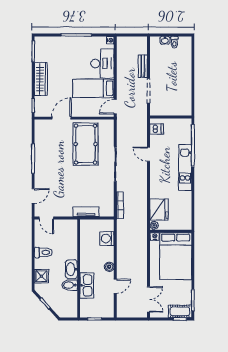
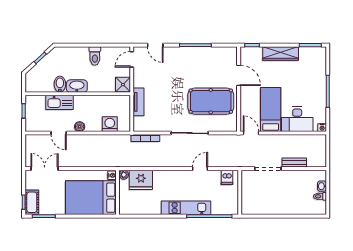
shower: (41, 276) -> (123, 85), moved
double door: (149, 299) -> (45, 169), swing flipped

